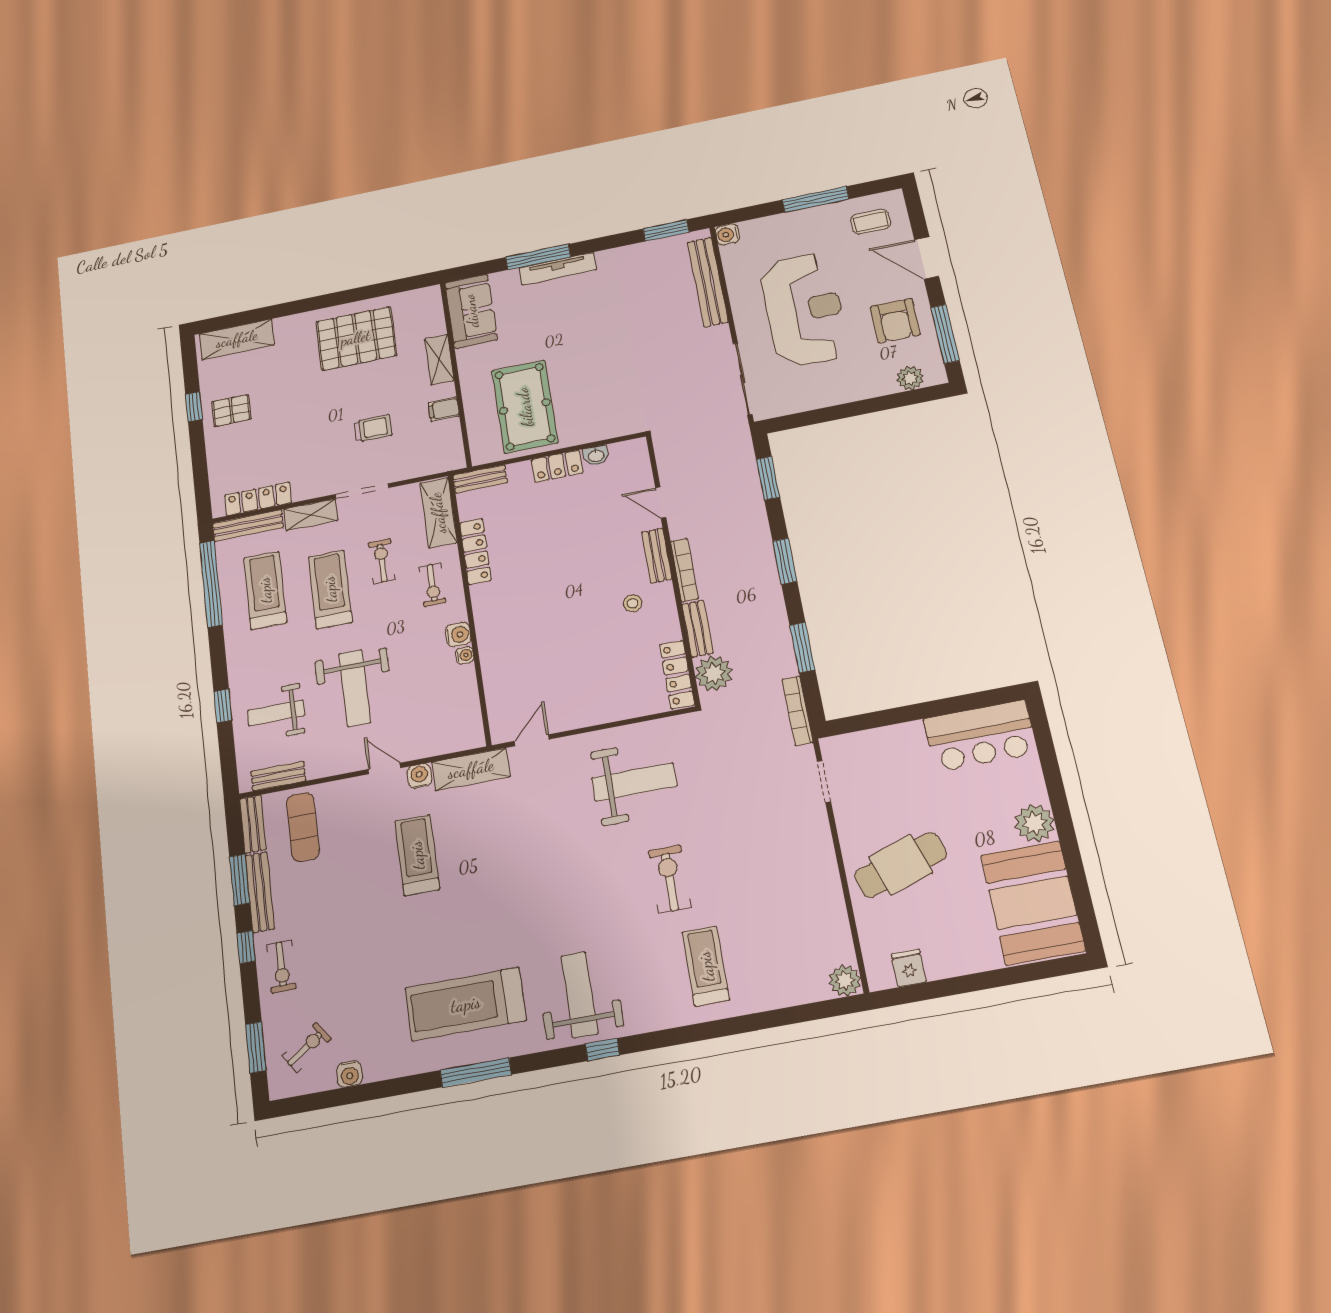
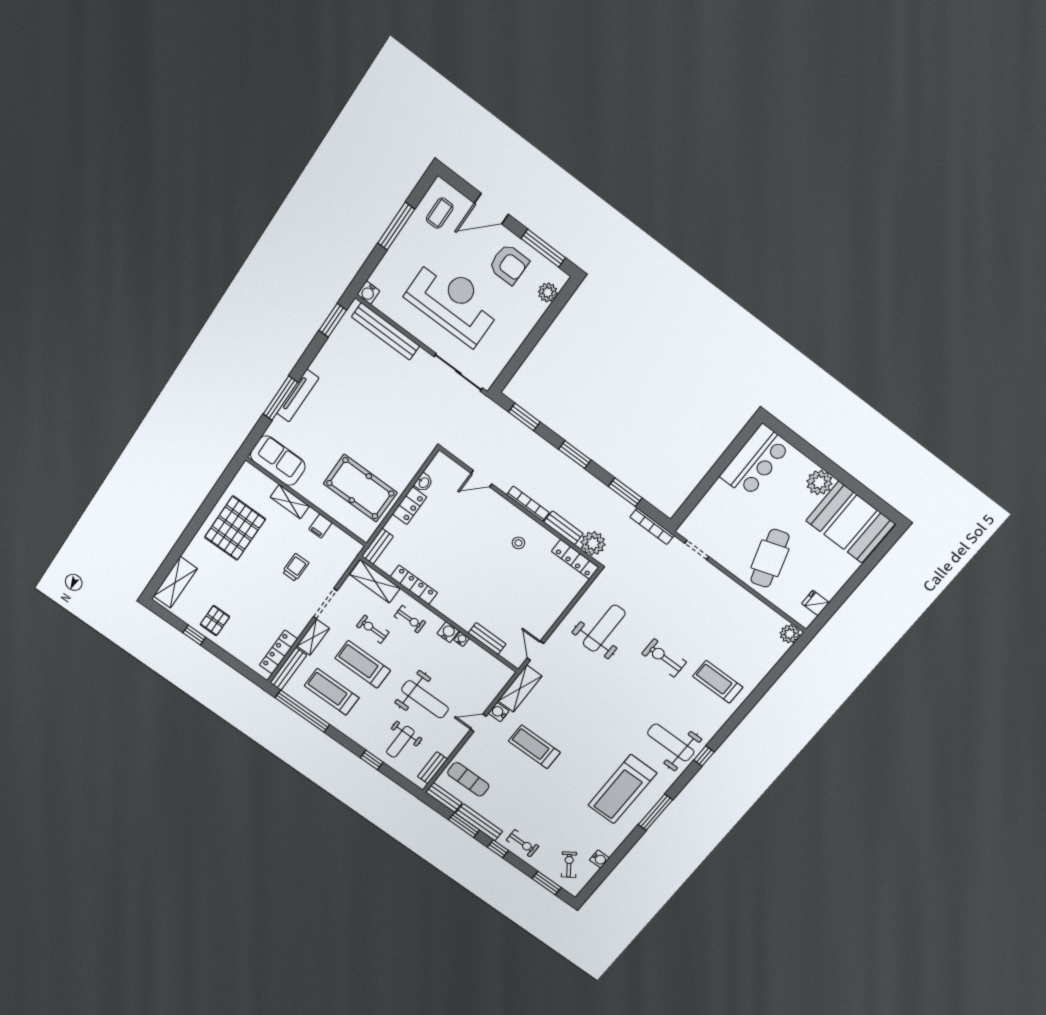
bench: (657, 556) -> (487, 639), moved

